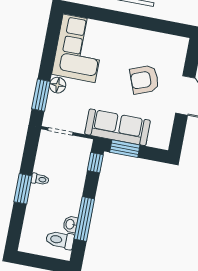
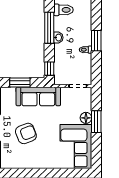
window: (41, 95) -> (96, 122), moved
window: (125, 149) -> (20, 82), moved
washbasin: (70, 224) -> (58, 38), moved

